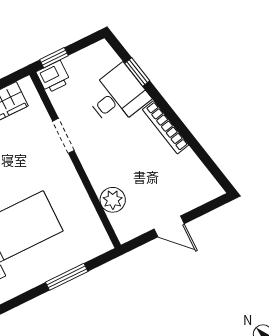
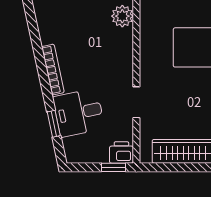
plant: (113, 200) -> (122, 16), moved

